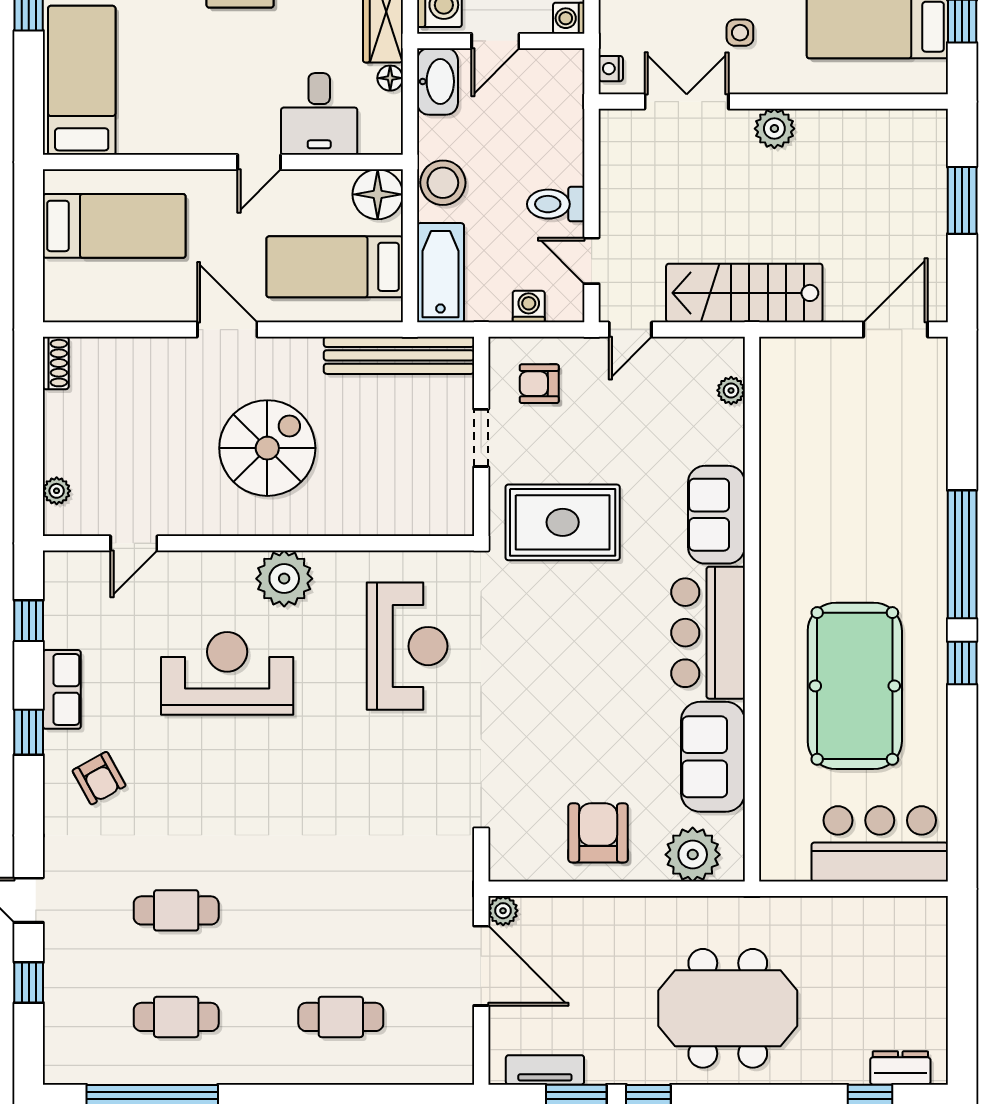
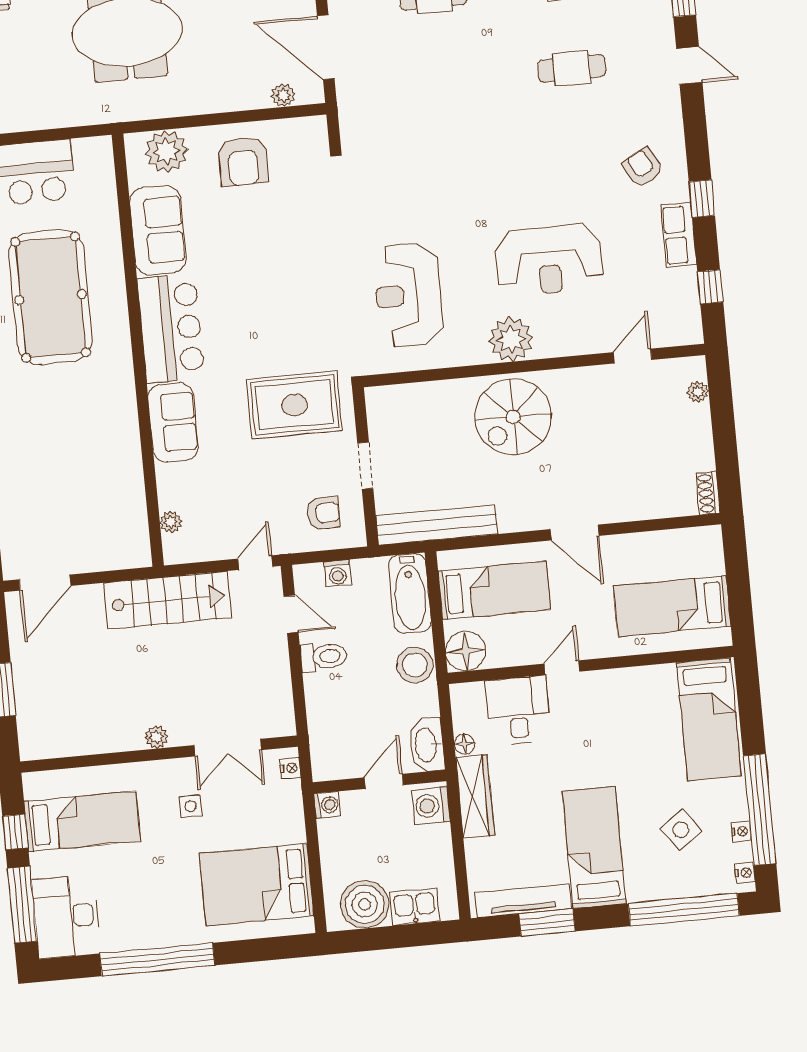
plant: (774, 129) -> (156, 737), width x0.73, depth x0.73
spiral stairs: (267, 448) -> (513, 417), moved
plant: (503, 911) -> (283, 95), moved

